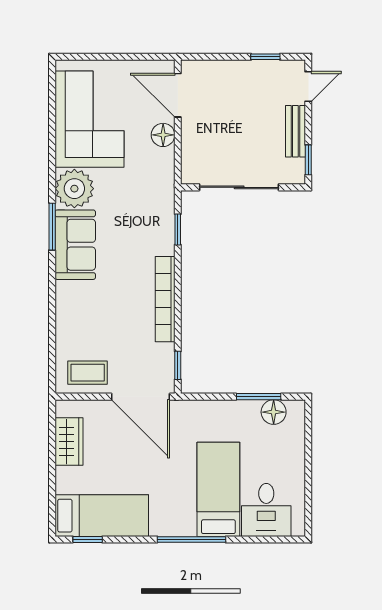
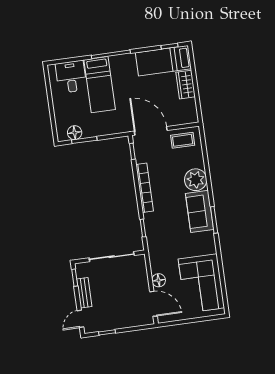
plant: (74, 189) -> (196, 180), moved
wardrobe: (69, 442) -> (186, 85), moved

